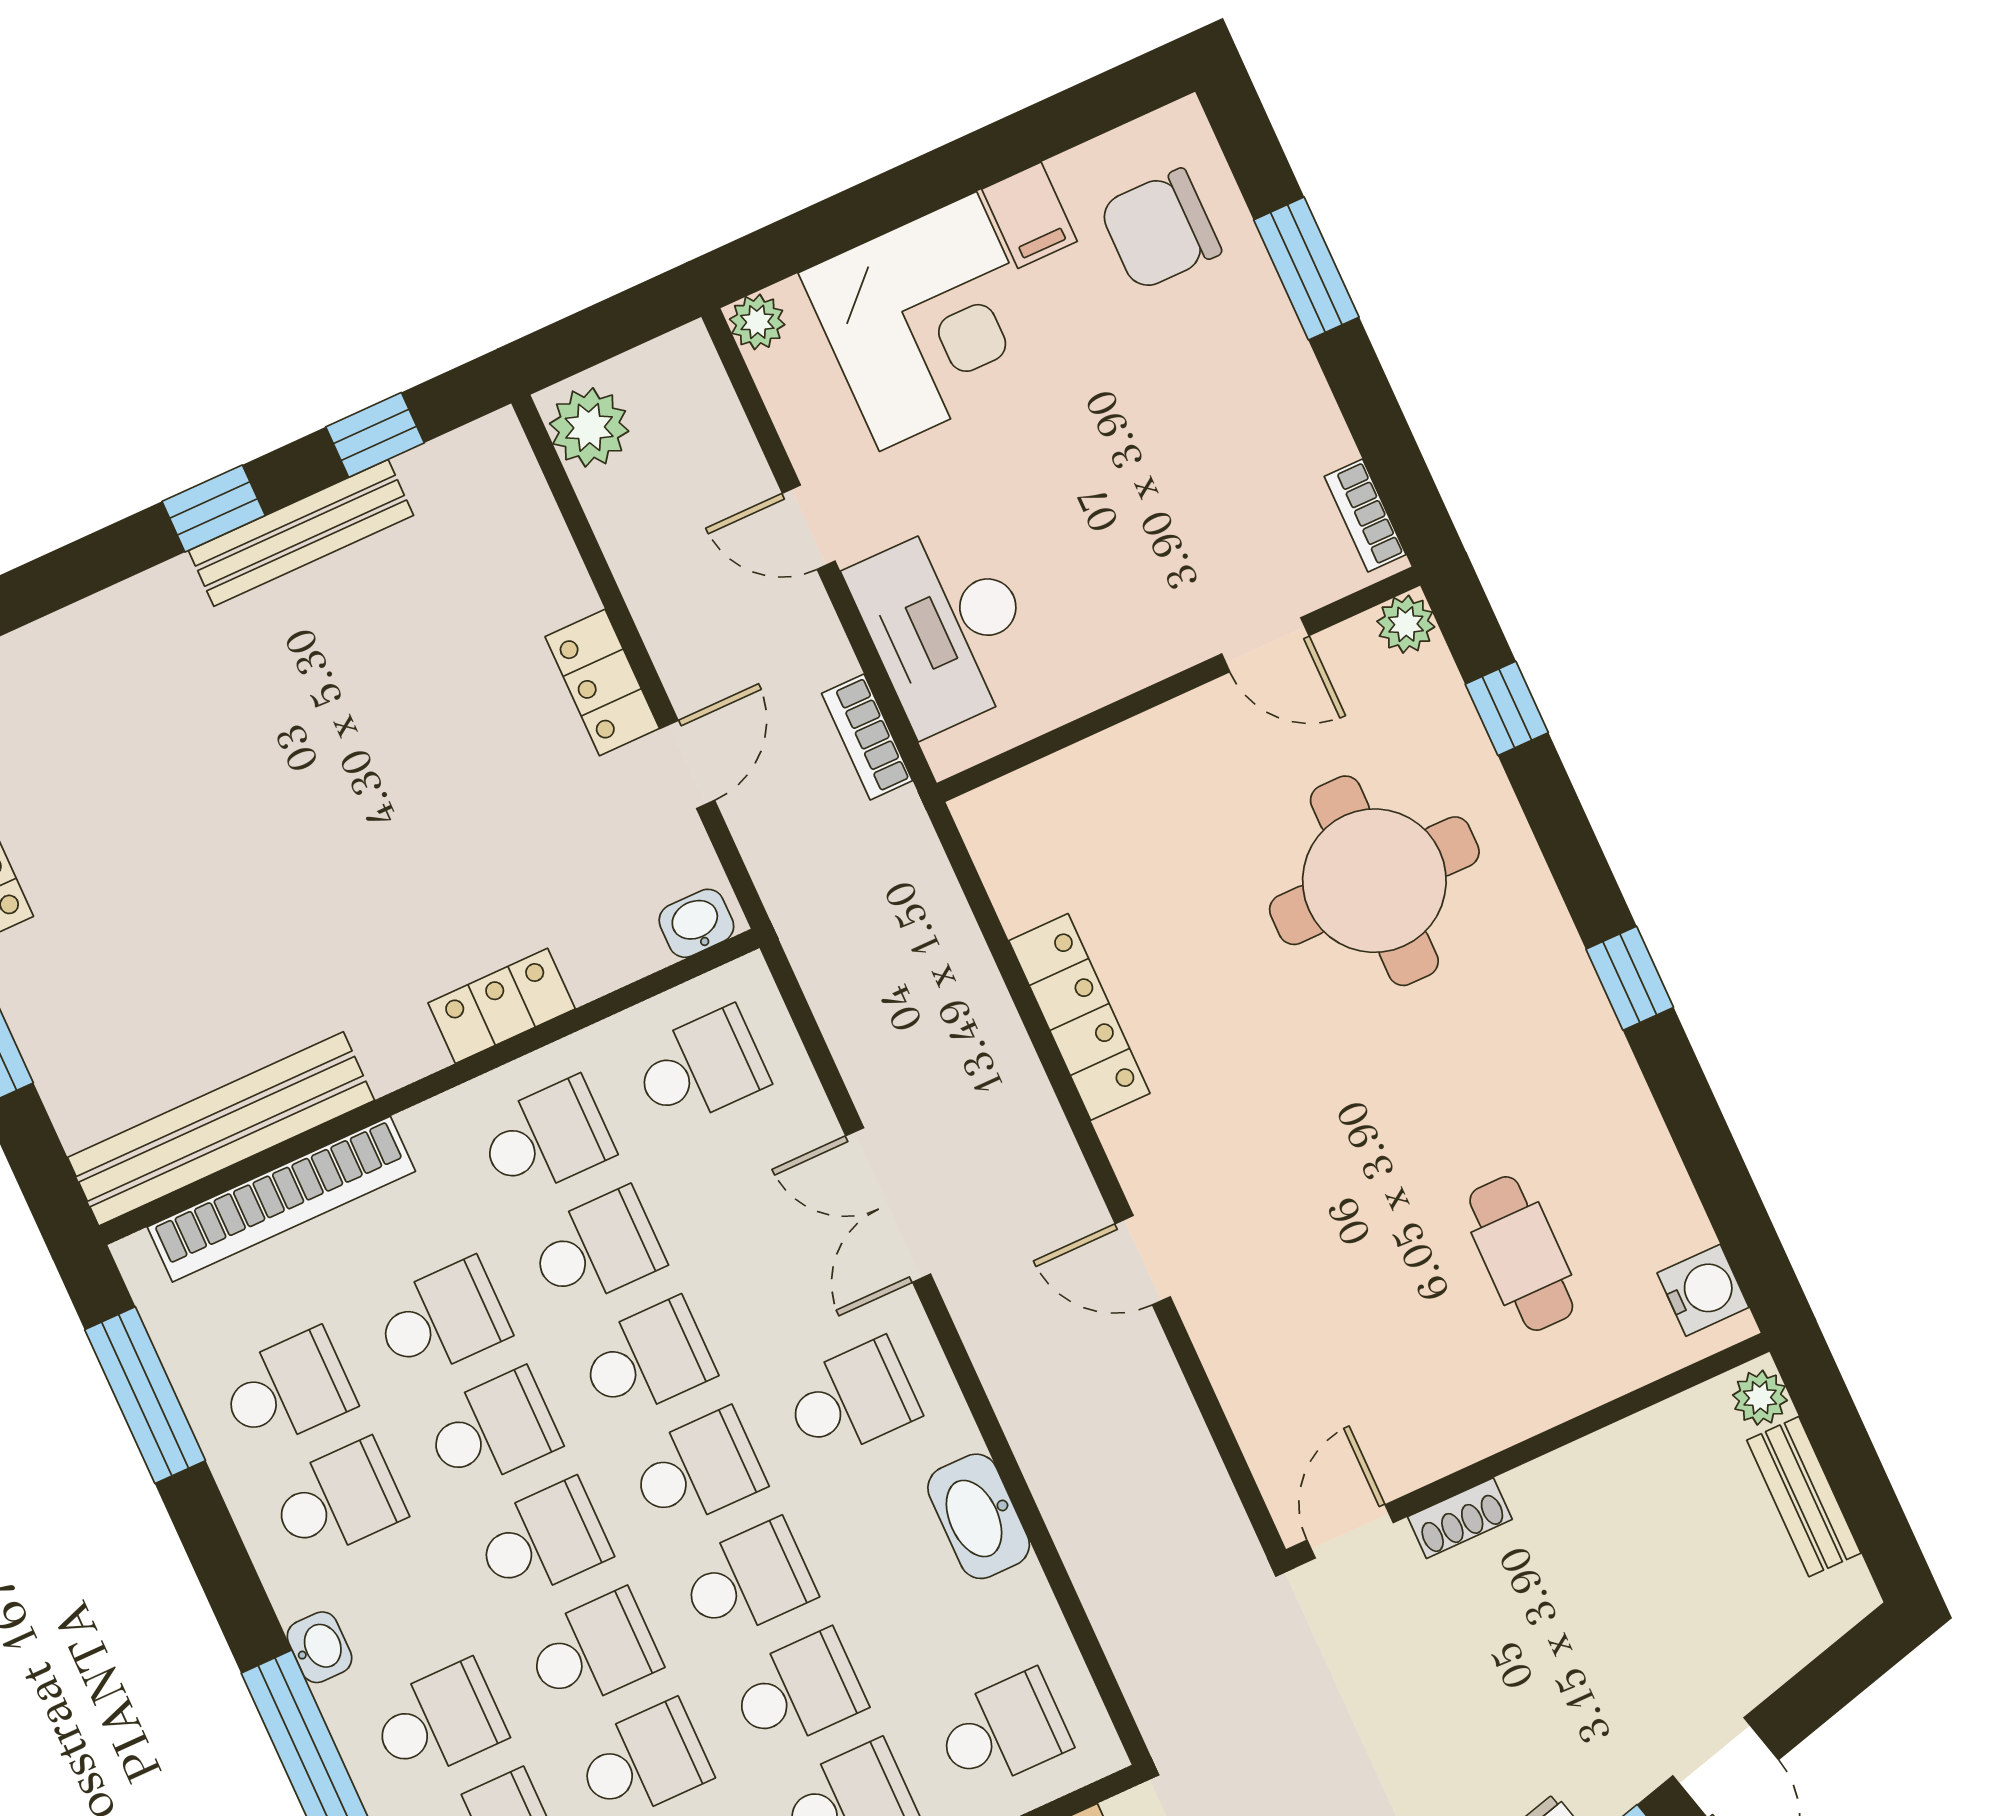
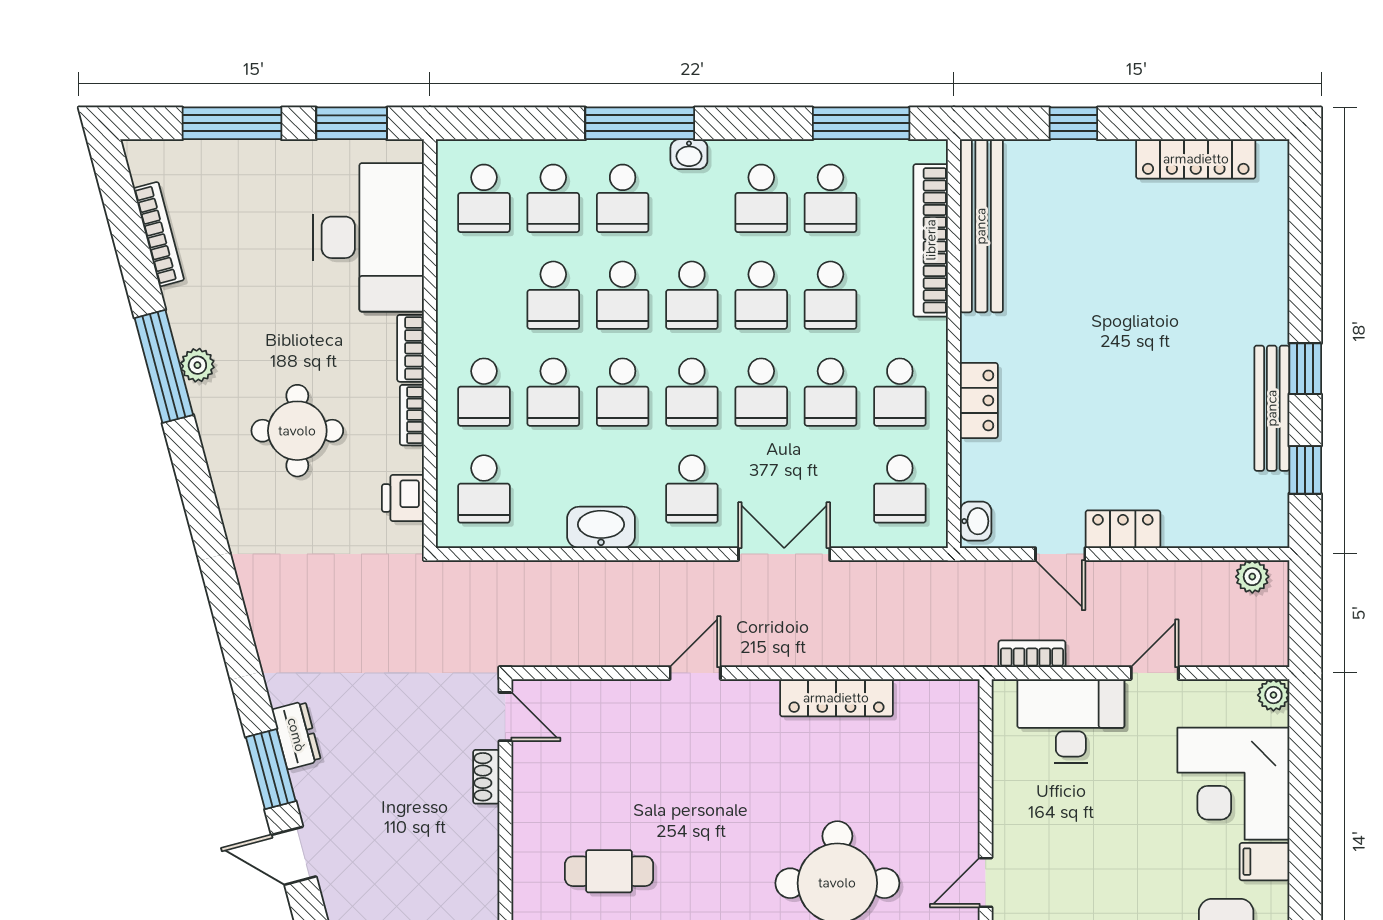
plant: (589, 427) -> (1252, 577), width x0.73, depth x0.73

